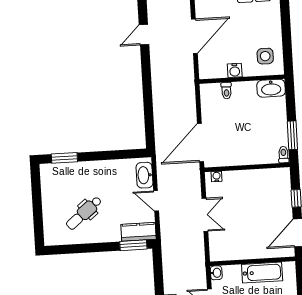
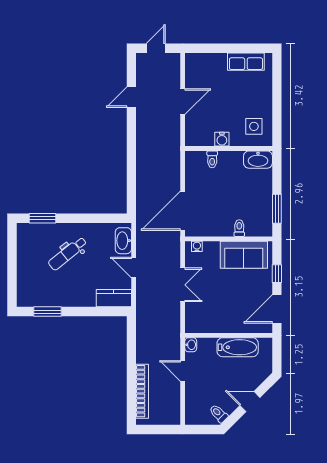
door: (194, 36) -> (183, 102), width x0.73
toilet: (283, 155) -> (239, 228), moved
sofa: (263, 182) -> (244, 255), added
dental chair: (84, 213) -> (68, 253), moved
window: (133, 245) -> (48, 312), moved

